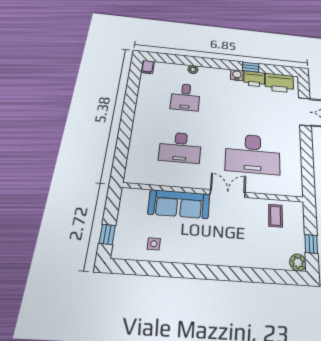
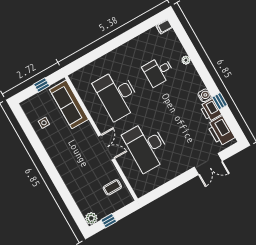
desk: (180, 147) -> (117, 95), width x1.36, depth x1.30
sofa: (179, 204) -> (69, 104), moved
window: (107, 234) -> (42, 85), moved

